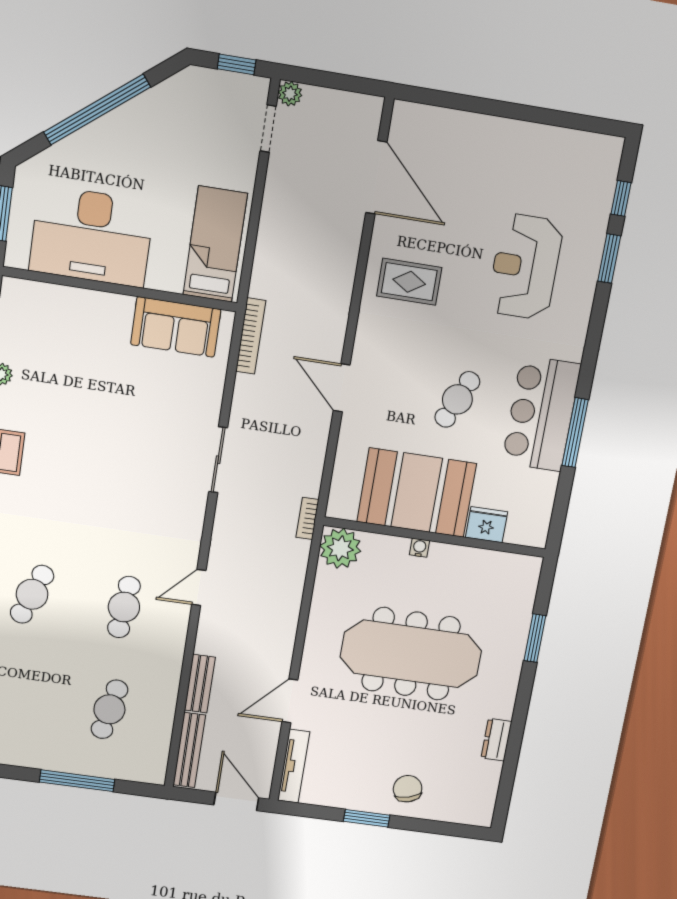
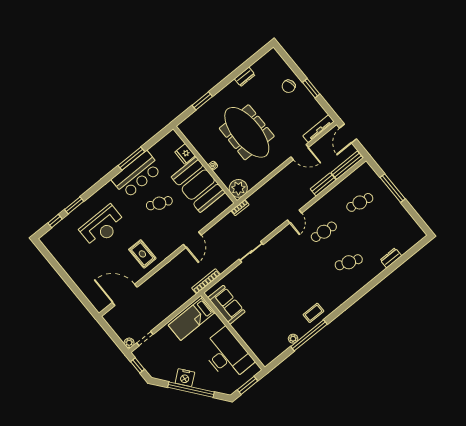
nightstand: (129, 122) -> (185, 378), added
door: (376, 177) -> (125, 295), hinge flipped
door: (199, 587) -> (294, 216), hinge flipped

